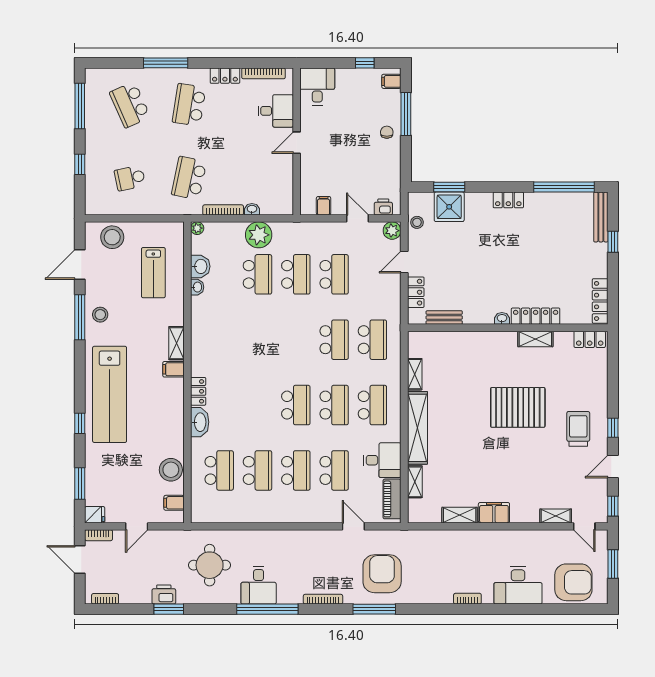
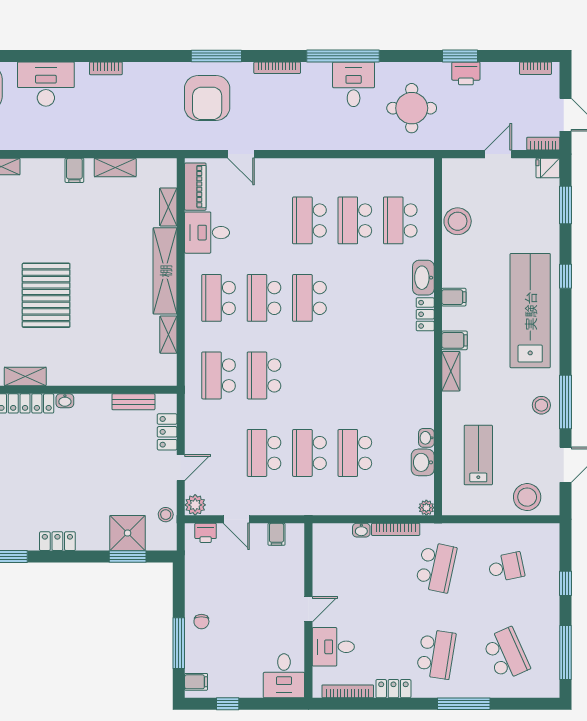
plant: (259, 235) -> (353, 500), removed
pallet: (518, 407) -> (46, 295), turned 90
school desk: (334, 470) -> (264, 220), removed
filing cabinet: (174, 503) -> (454, 297), moved
filing cabinet: (494, 513) -> (74, 170), width x0.50

